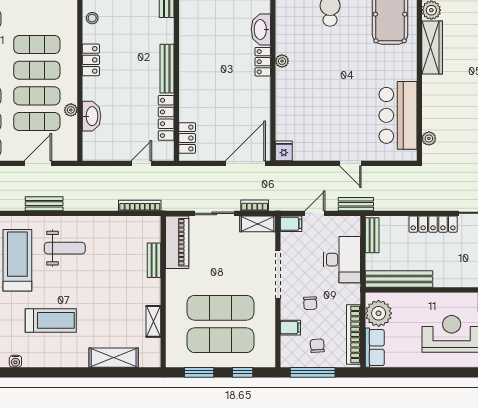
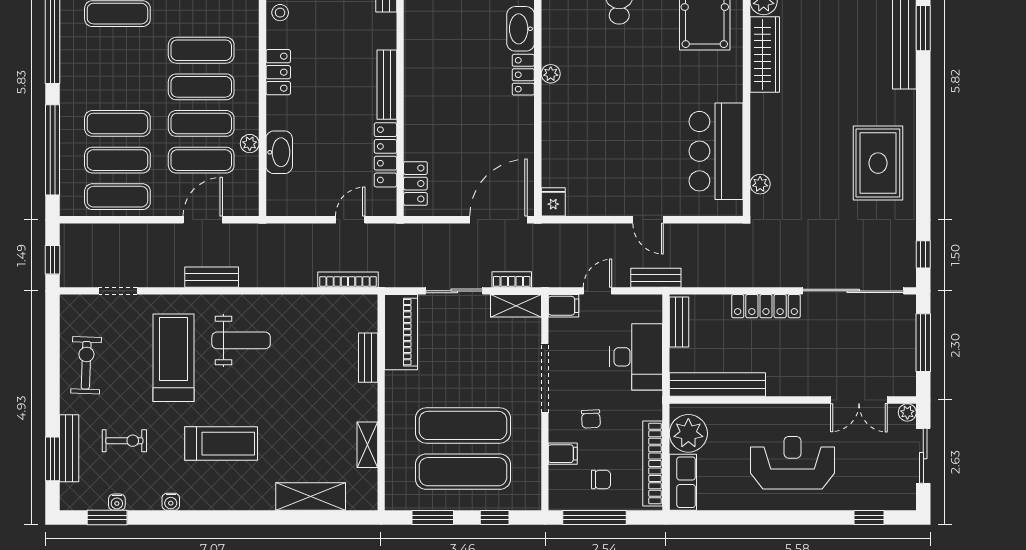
chair: (317, 346) -> (601, 479), turned 94

